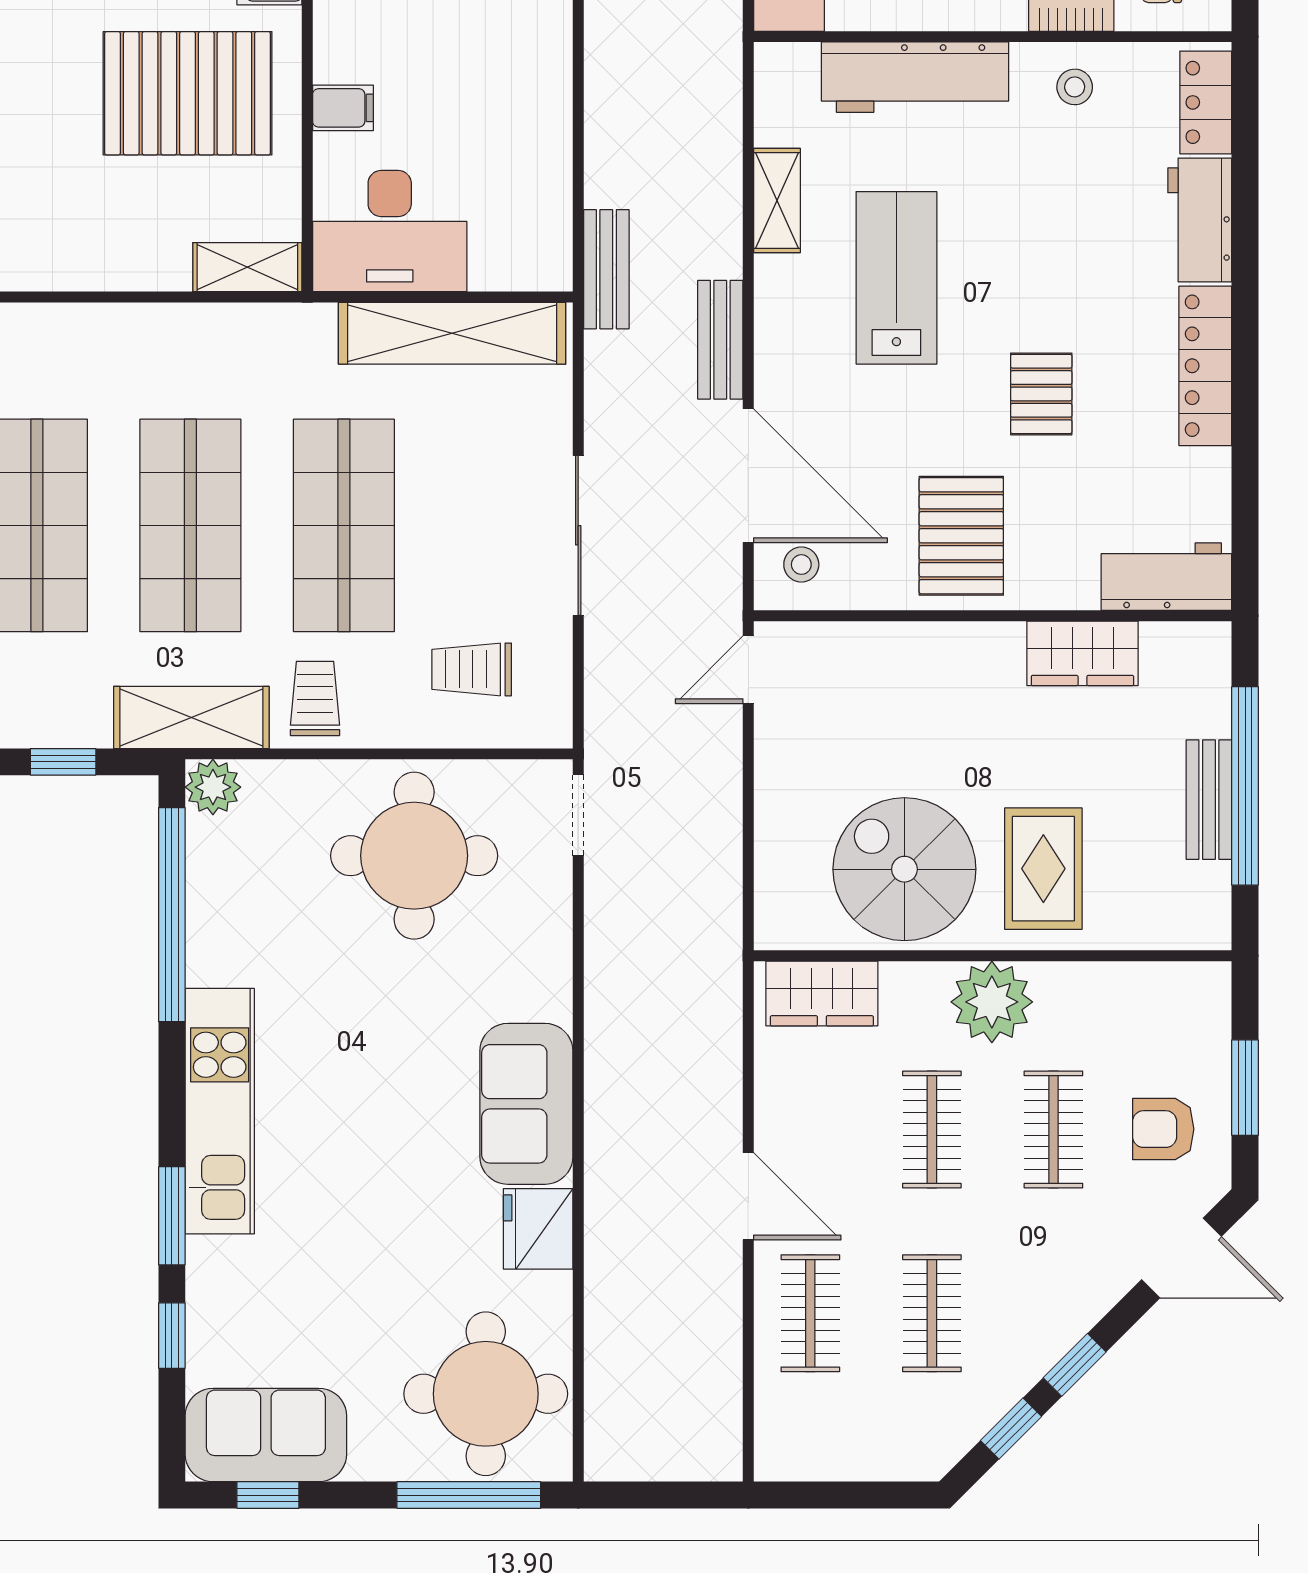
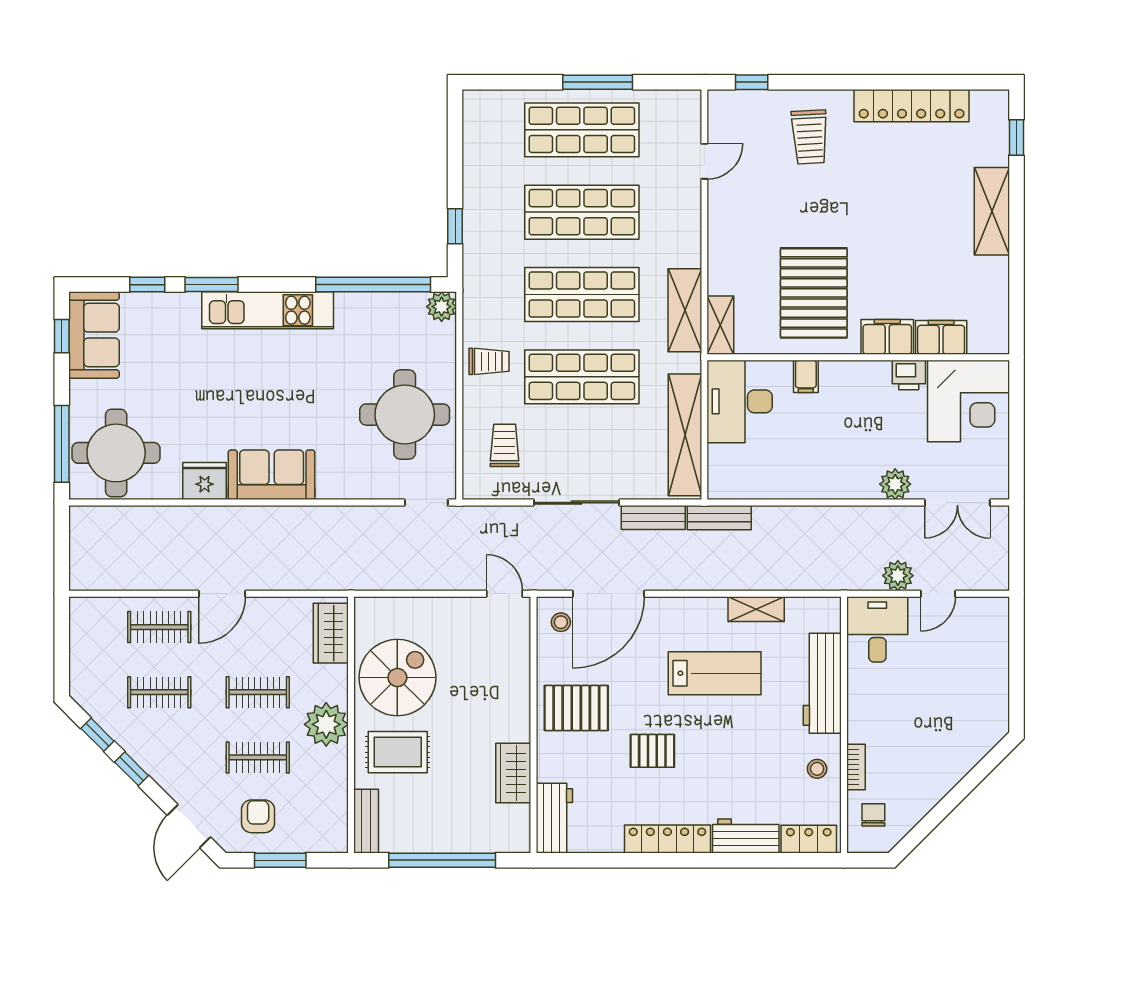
bench: (720, 340) -> (653, 518), moved
shelving: (191, 717) -> (685, 310), moved
bench: (1209, 800) -> (366, 821), moved, turned 90

